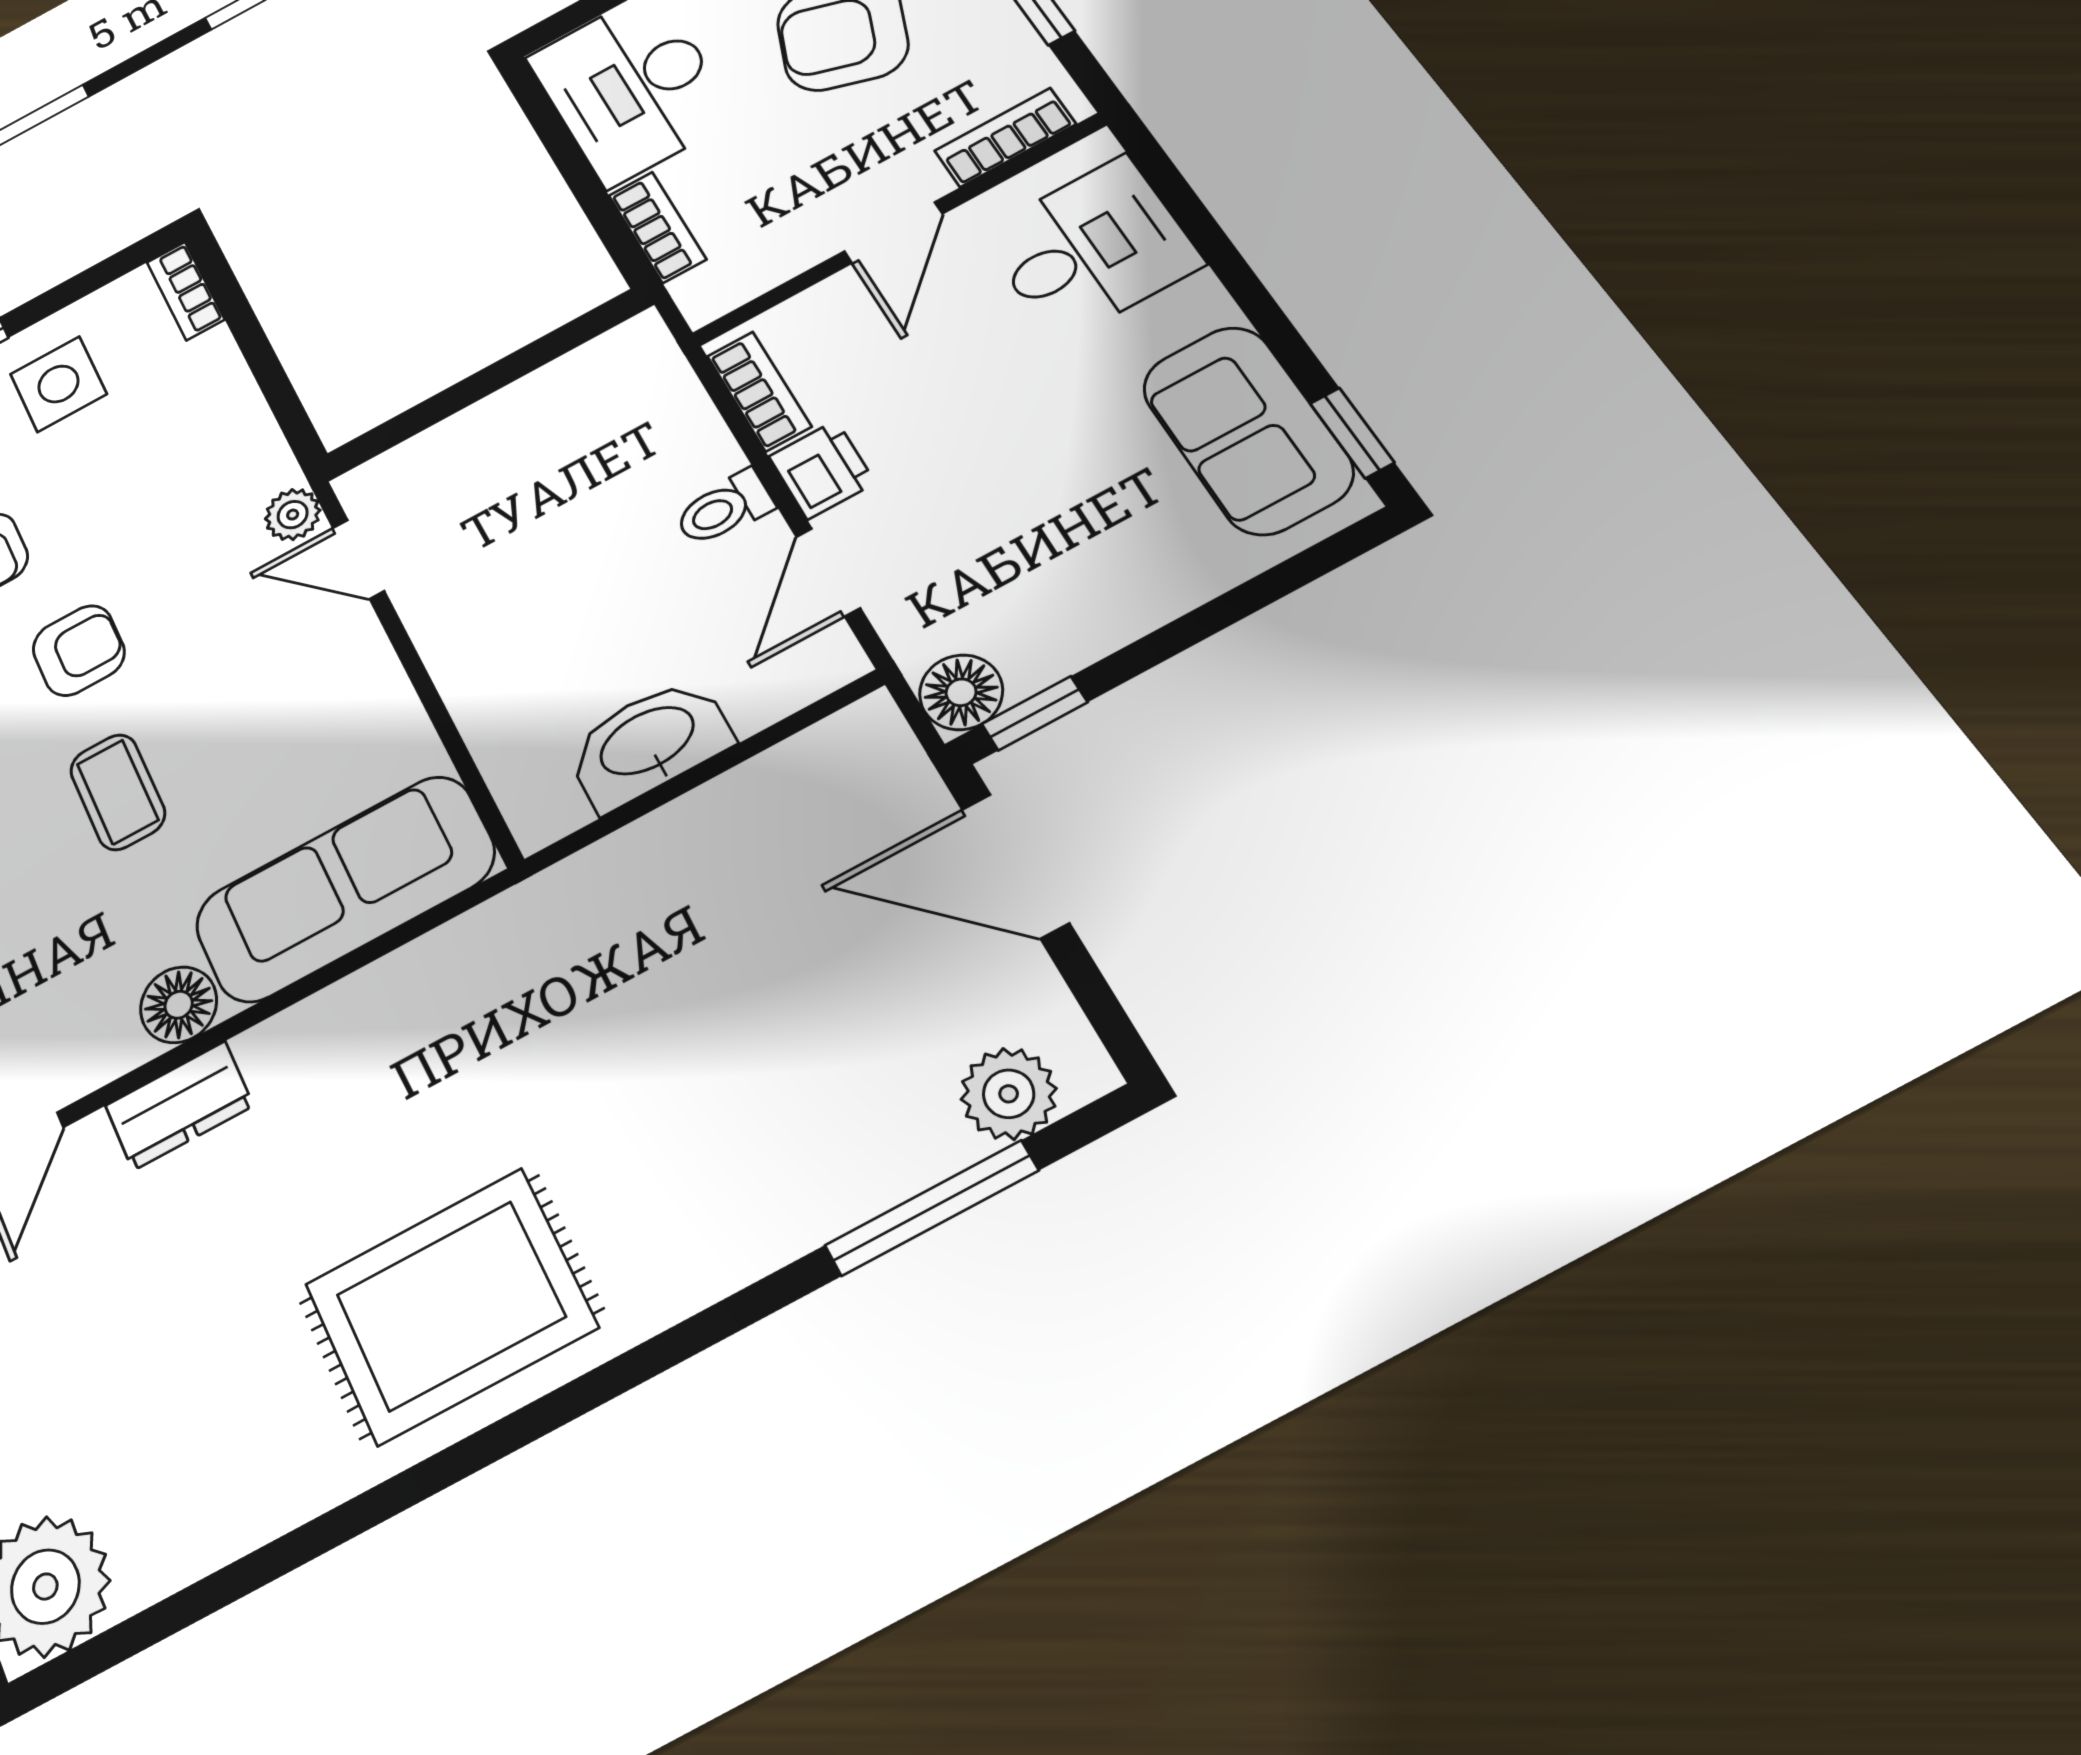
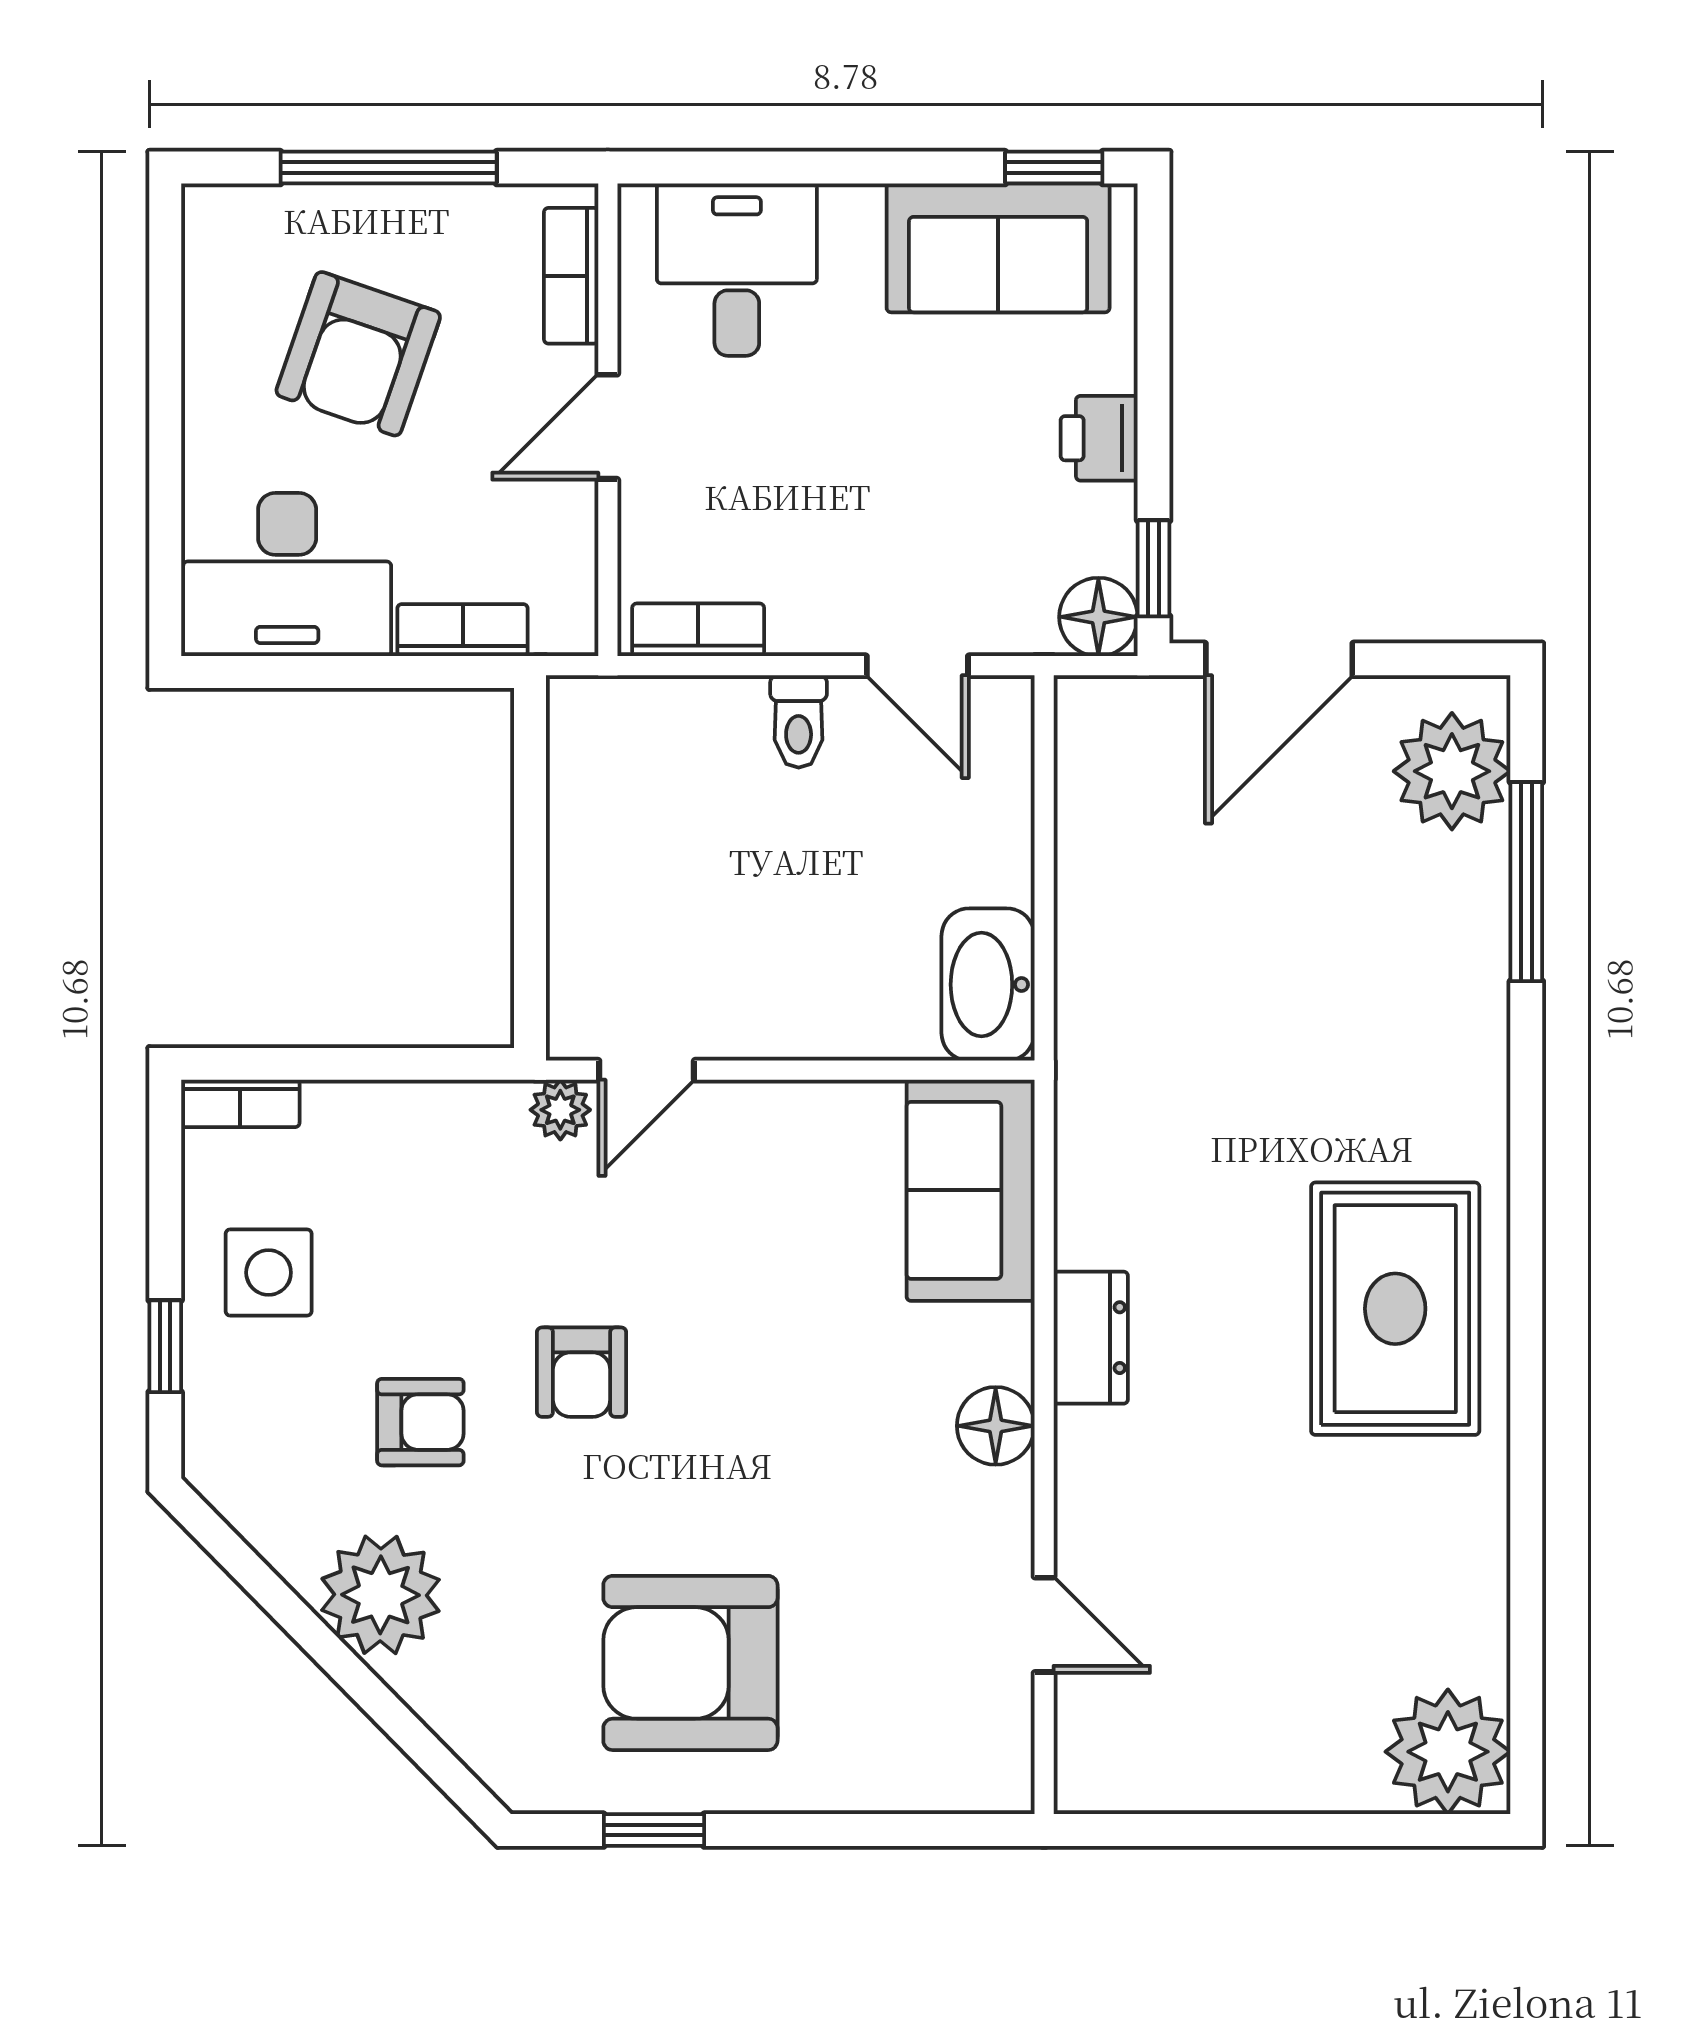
door: (893, 233) -> (608, 427), swing flipped
printer: (822, 470) -> (1099, 438), moved, turned -90
armchair: (79, 650) -> (582, 1372), turned 180
washbasin: (648, 743) -> (988, 985), moved
coffee table: (118, 792) -> (753, 1395), removed
sofa: (345, 889) -> (971, 1190), width x0.73
plant: (1009, 1094) -> (1452, 771), width x1.36, depth x1.36
dresser: (179, 1106) -> (1091, 1338), moved

